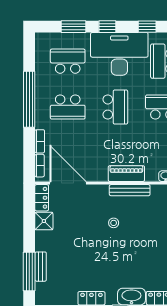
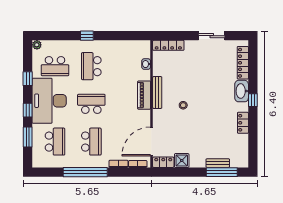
school desk: (68, 61) -> (55, 142), turned 180

